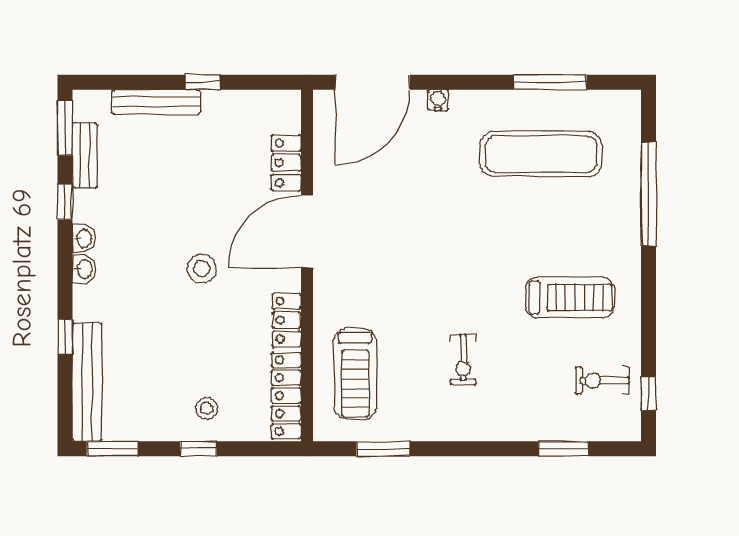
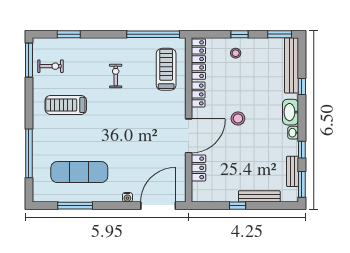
washbasin: (84, 269) -> (291, 112), width x1.91, depth x1.45
window: (649, 393) -> (29, 60), width x2.17
window: (383, 449) -> (153, 34), width x2.11

